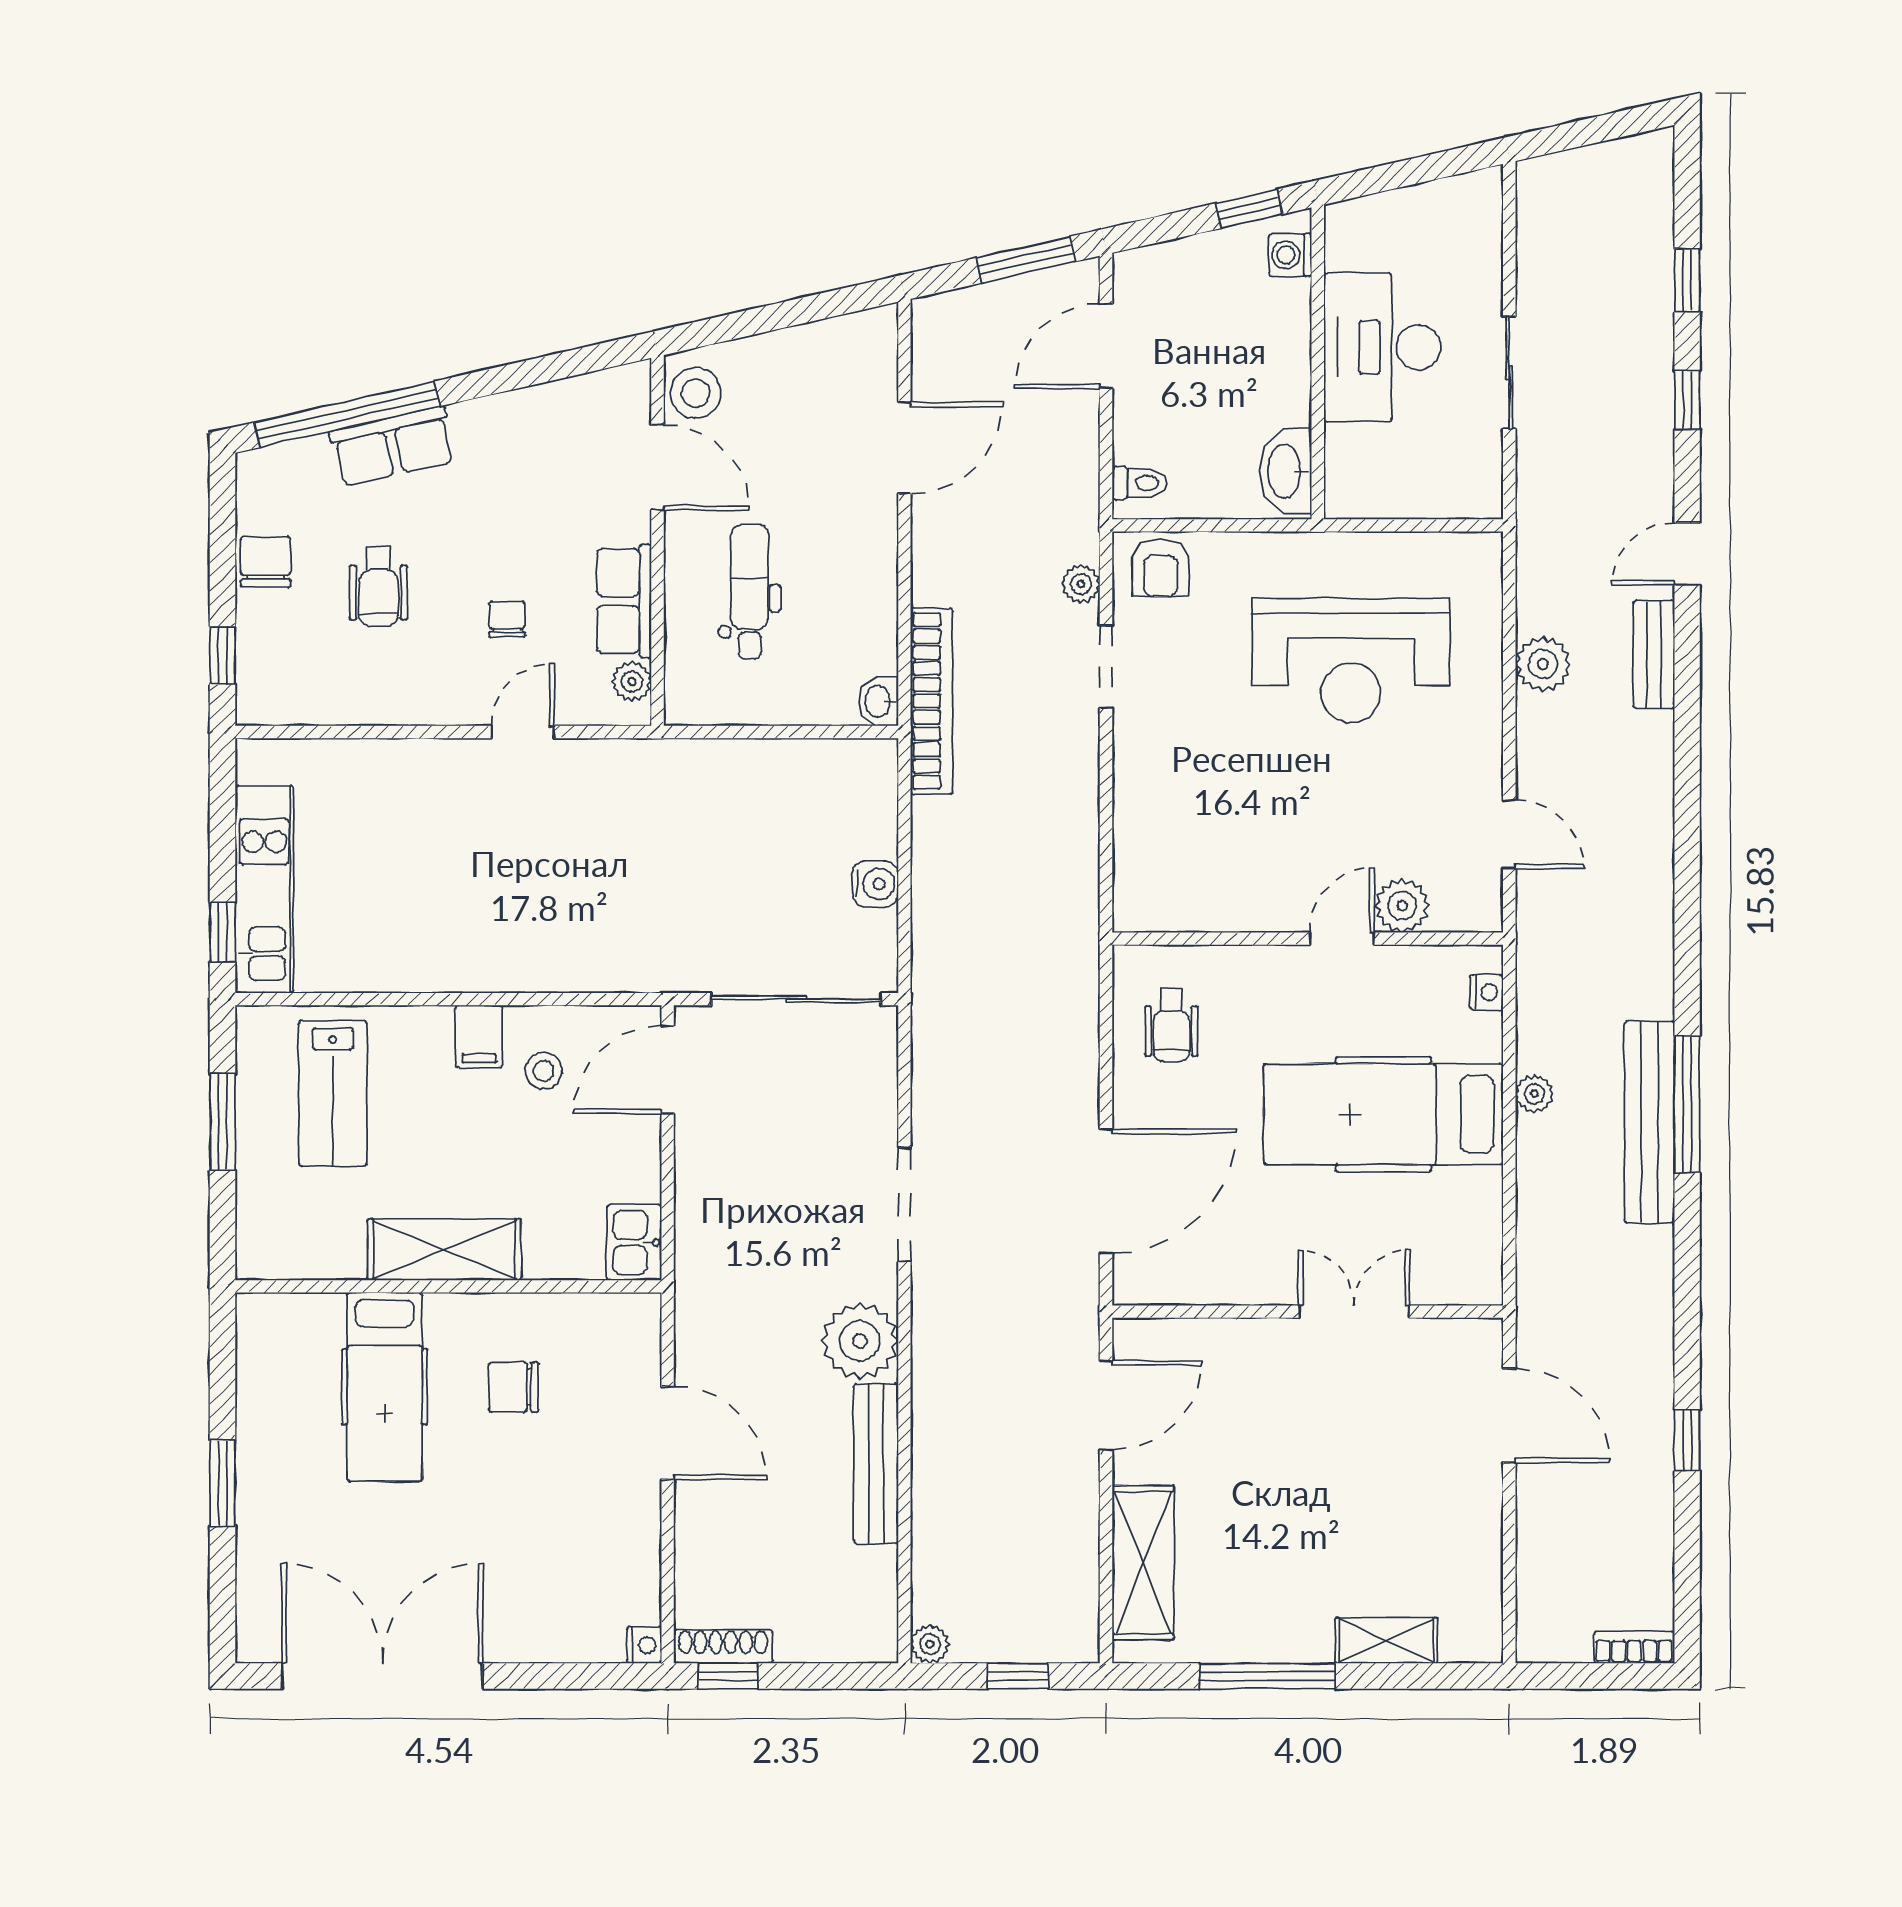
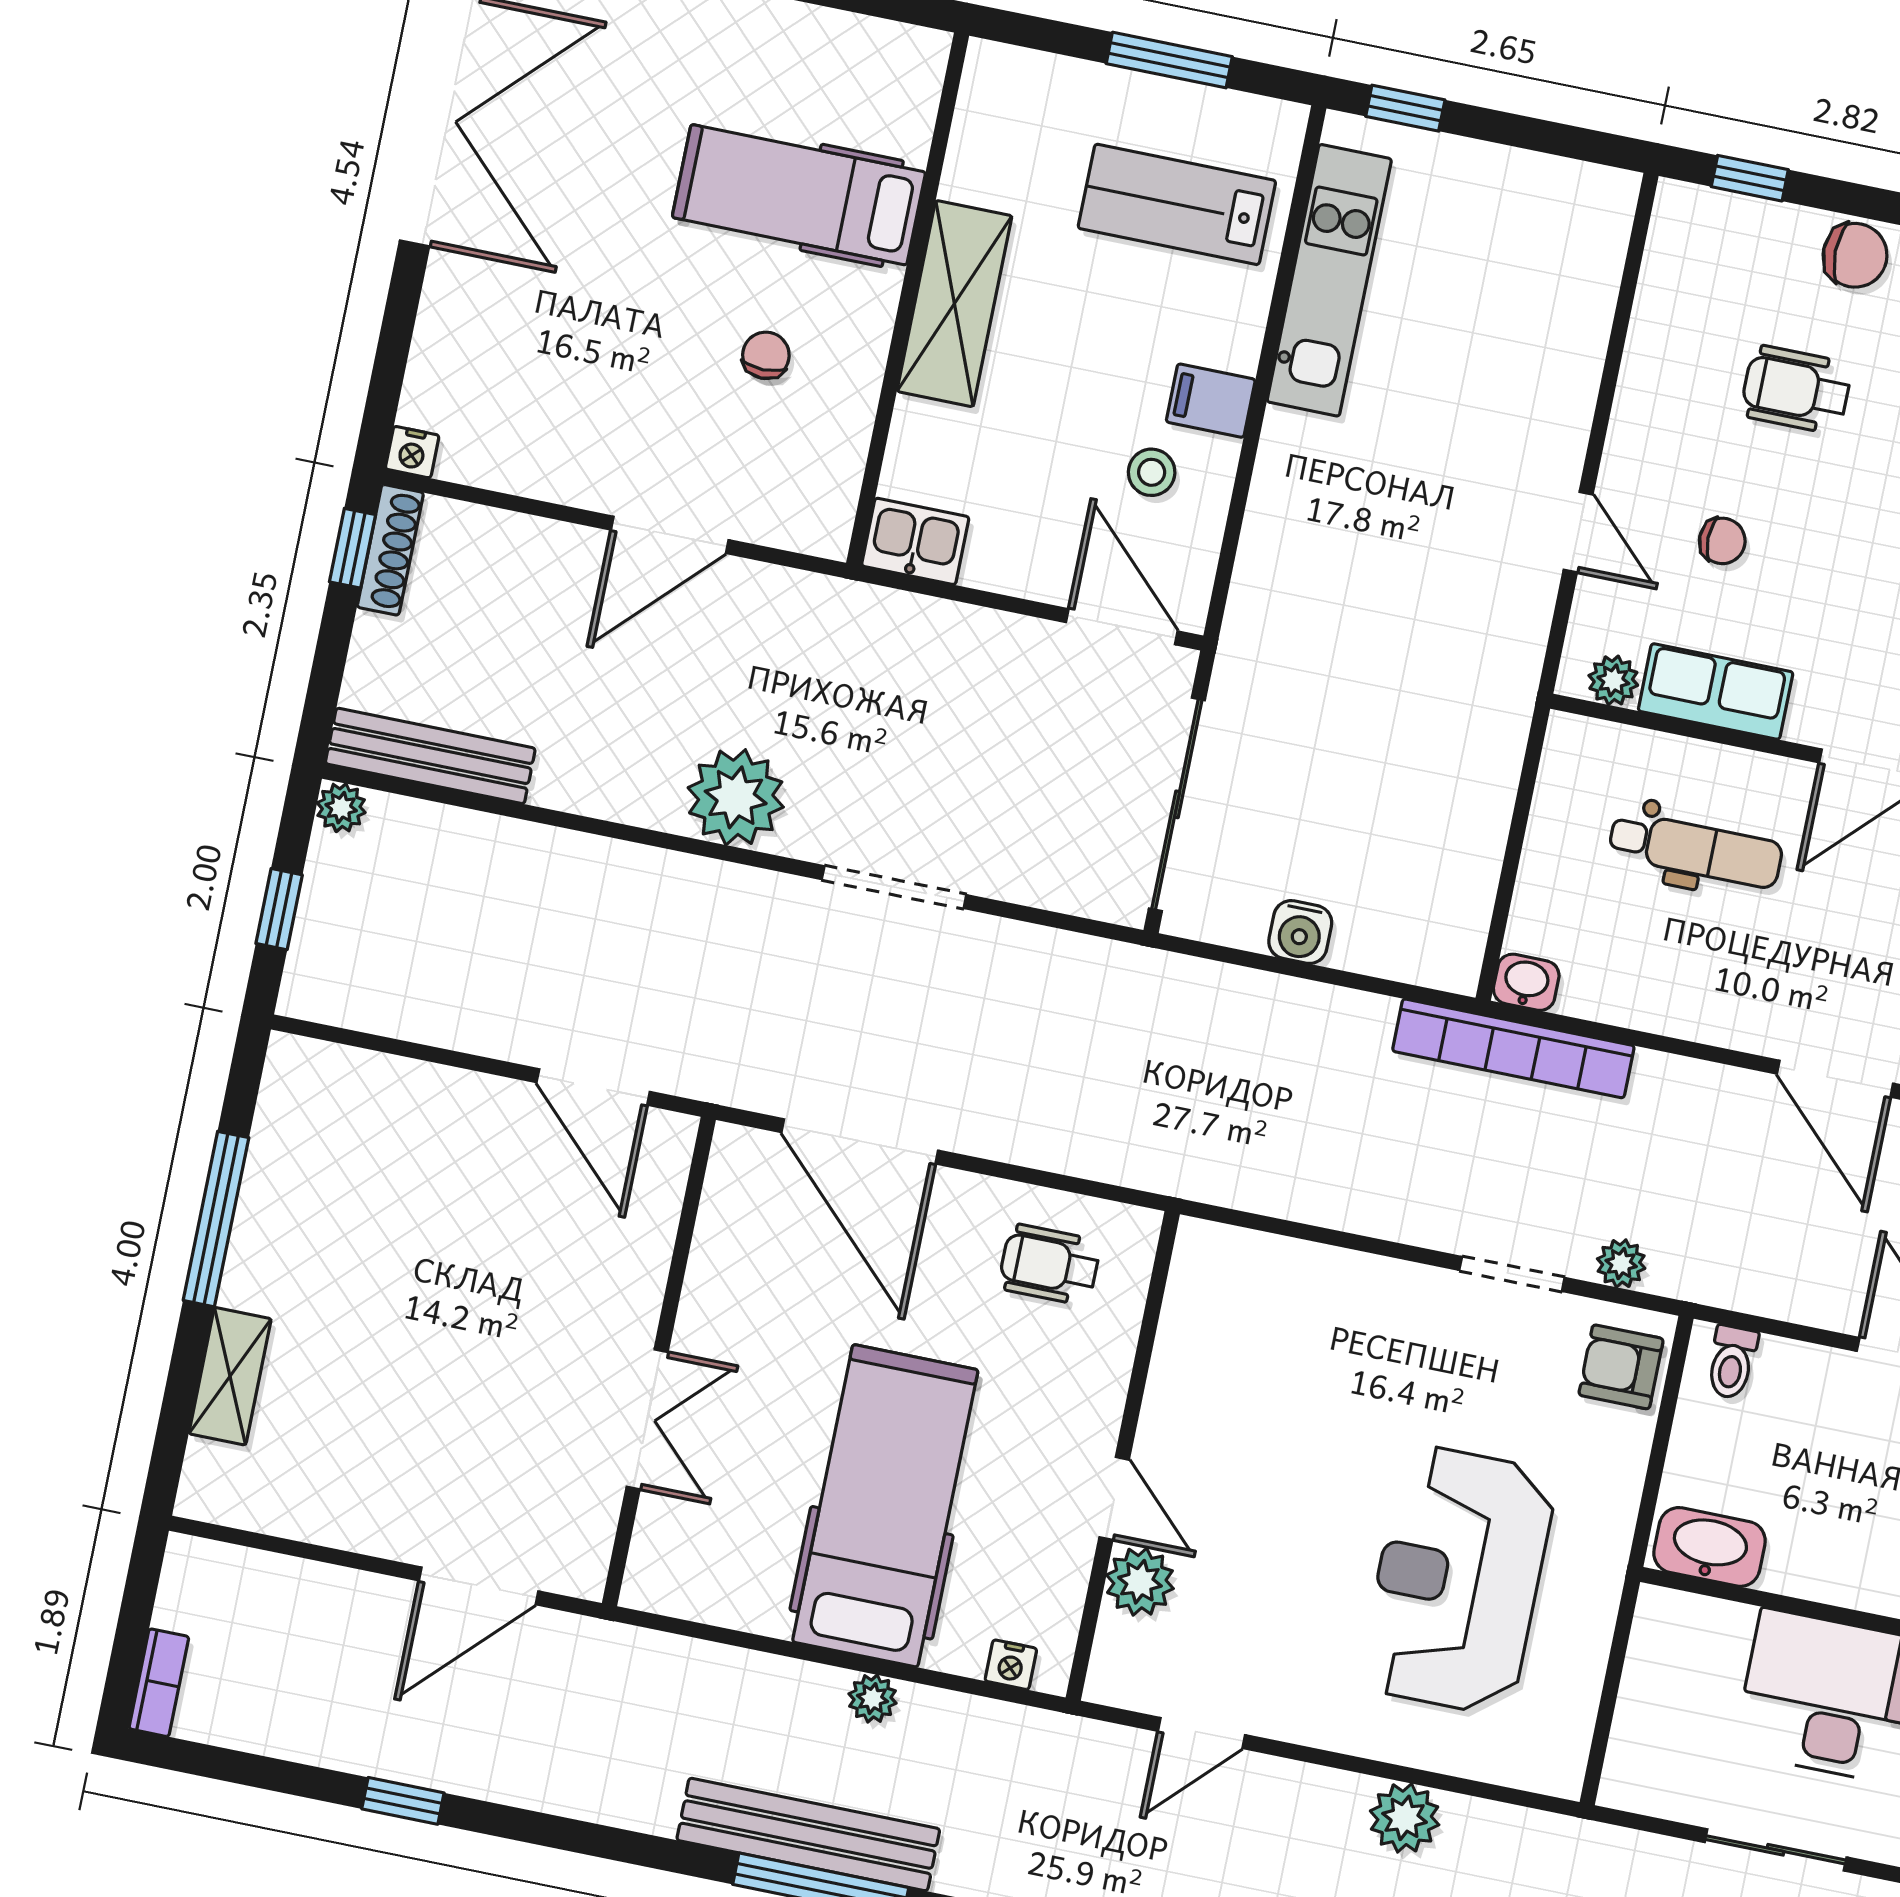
kitchen unit: (264, 889) -> (1329, 280), moved, turned -90
chair: (514, 1387) -> (766, 355), width x0.73, depth x0.73
bench: (876, 1464) -> (430, 756), moved
shelving: (1143, 1563) -> (388, 1093), removed

